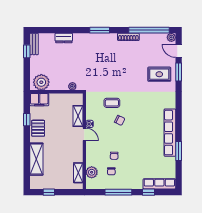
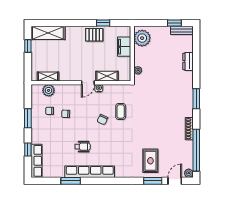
filing cabinet: (39, 100) -> (124, 47), moved
wheelchair: (146, 140) -> (82, 147), added
shelving: (36, 159) -> (48, 33), moved
window: (118, 192) -> (28, 118), width x0.69

